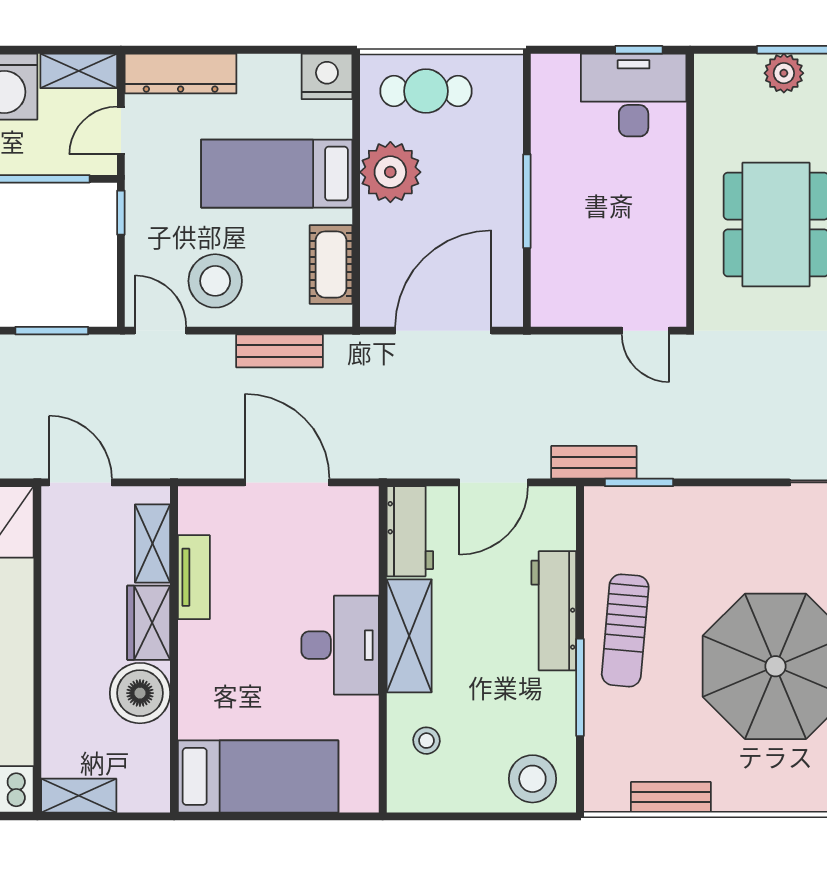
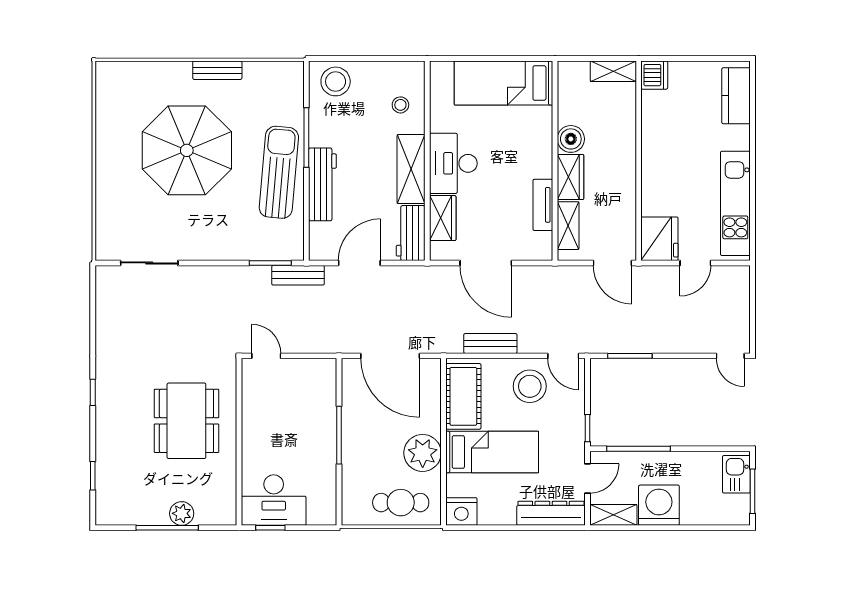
cot: (331, 264) -> (463, 396), width x1.37, depth x1.34
door: (443, 331) -> (390, 356), hinge flipped
wardrobe: (357, 556) -> (443, 218), added
sun lounger: (625, 630) -> (279, 172), width x1.36, depth x1.34
boiler: (140, 693) -> (571, 139), width x0.73, depth x0.73
bench: (671, 797) -> (217, 70), moved

